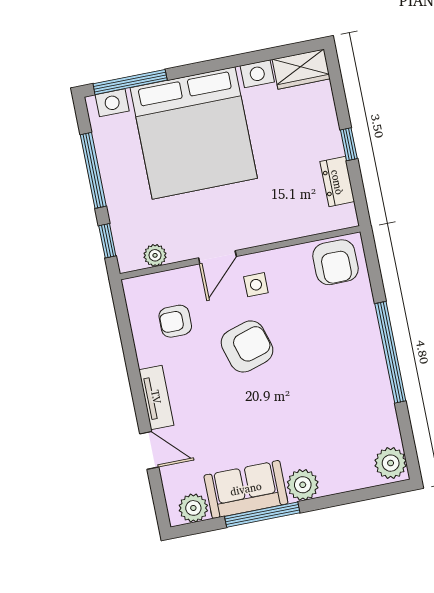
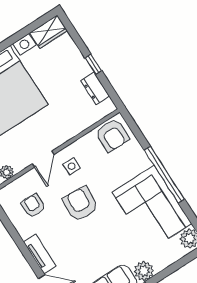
armchair: (175, 321) -> (33, 206), turned 90
armchair: (247, 346) -> (80, 204), turned -69
corner sofa: (352, 395) -> (152, 208), added

